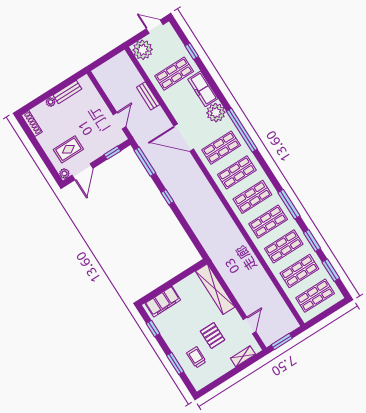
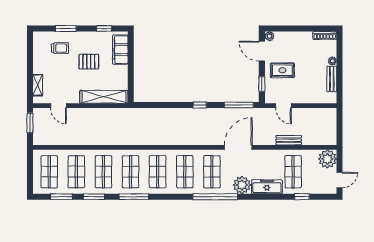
rug: (68, 149) -> (282, 70), moved, turned 90
pallet: (213, 336) -> (89, 62), moved

